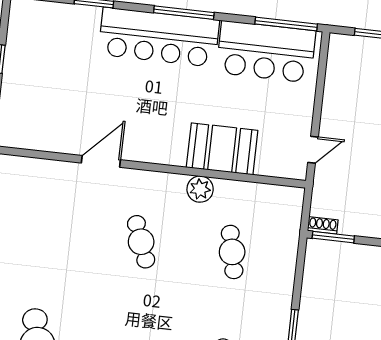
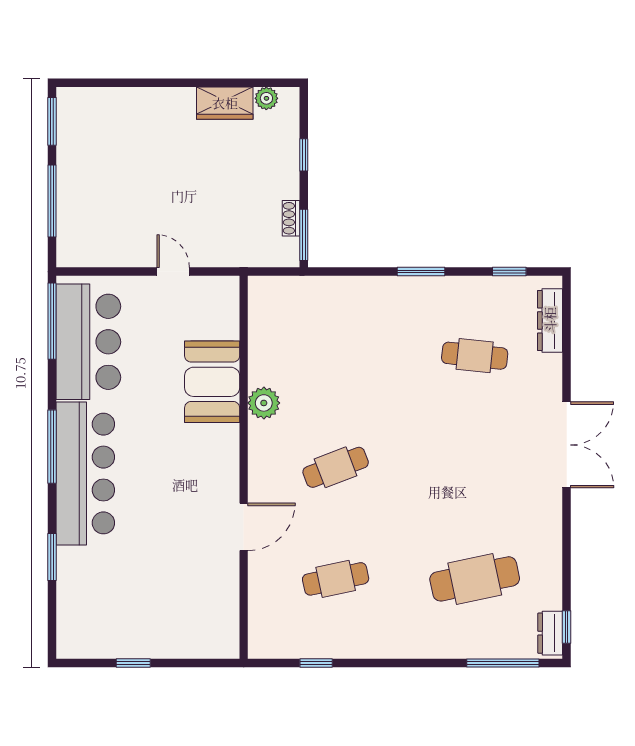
door: (313, 150) -> (173, 272), moved
door: (101, 161) -> (244, 527), swing flipped
shoe rack: (323, 225) -> (291, 218), moved
cafe table: (232, 252) -> (336, 579), moved

